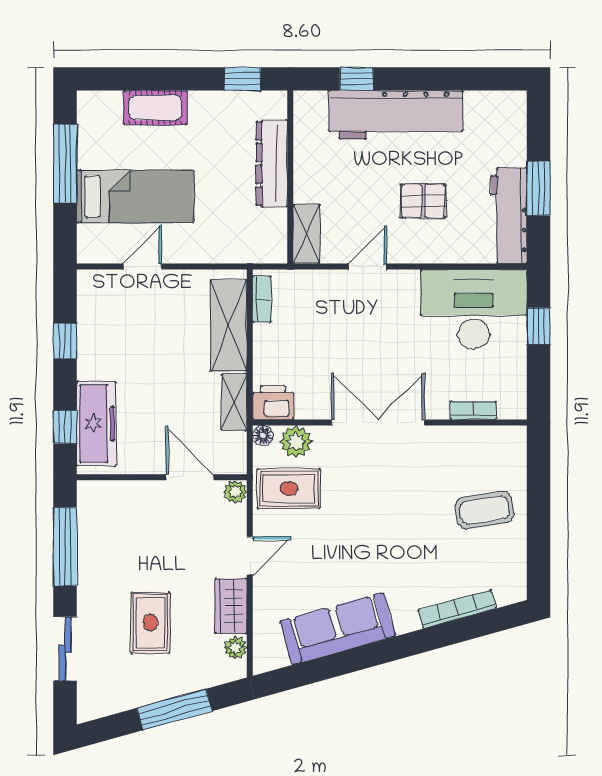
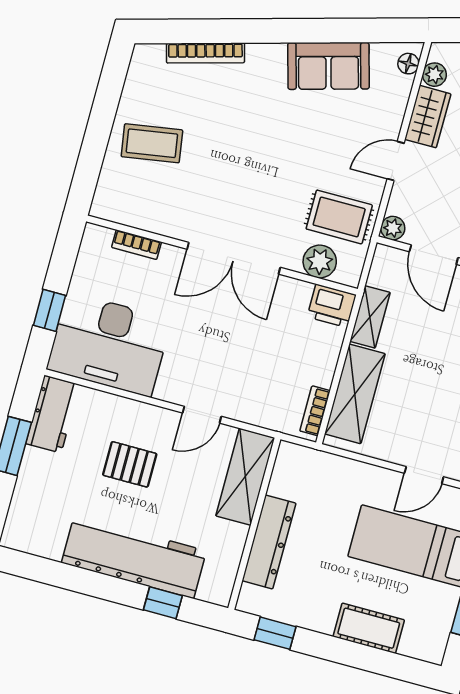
workbench: (509, 216) -> (53, 414), width x0.73
shelving: (306, 234) -> (245, 477), width x1.50, depth x1.33
floor lamp: (263, 435) -> (408, 64), moved
sofa: (338, 629) -> (328, 66), width x0.73

